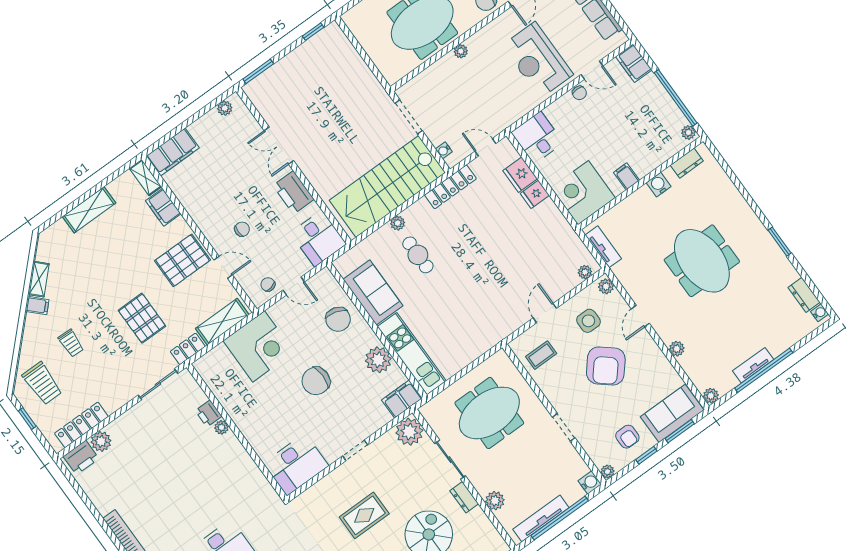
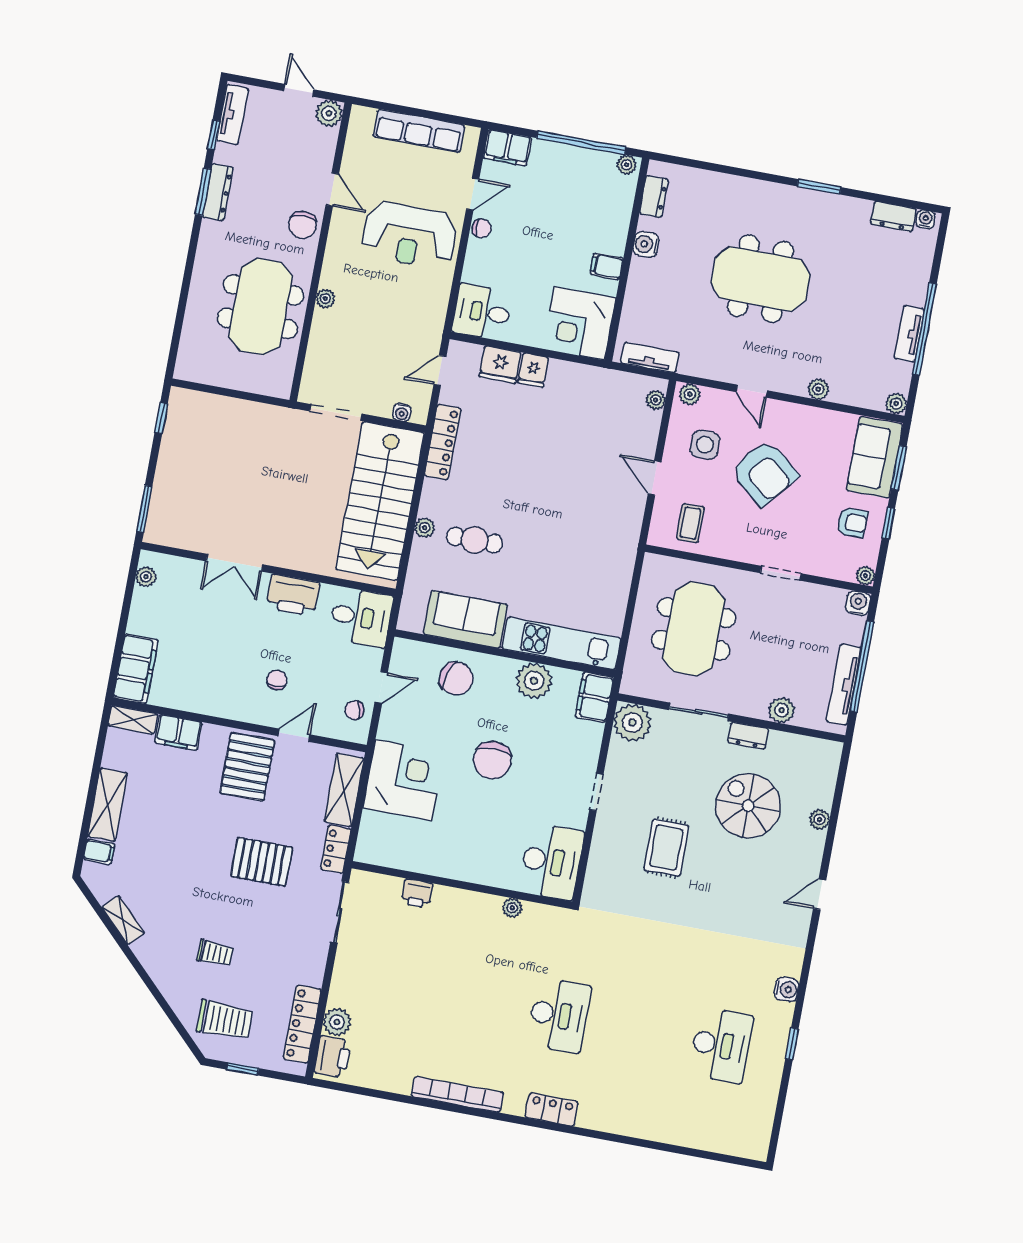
filing cabinet: (37, 306) -> (99, 851), moved, turned 45
plant: (221, 427) -> (512, 908), moved

